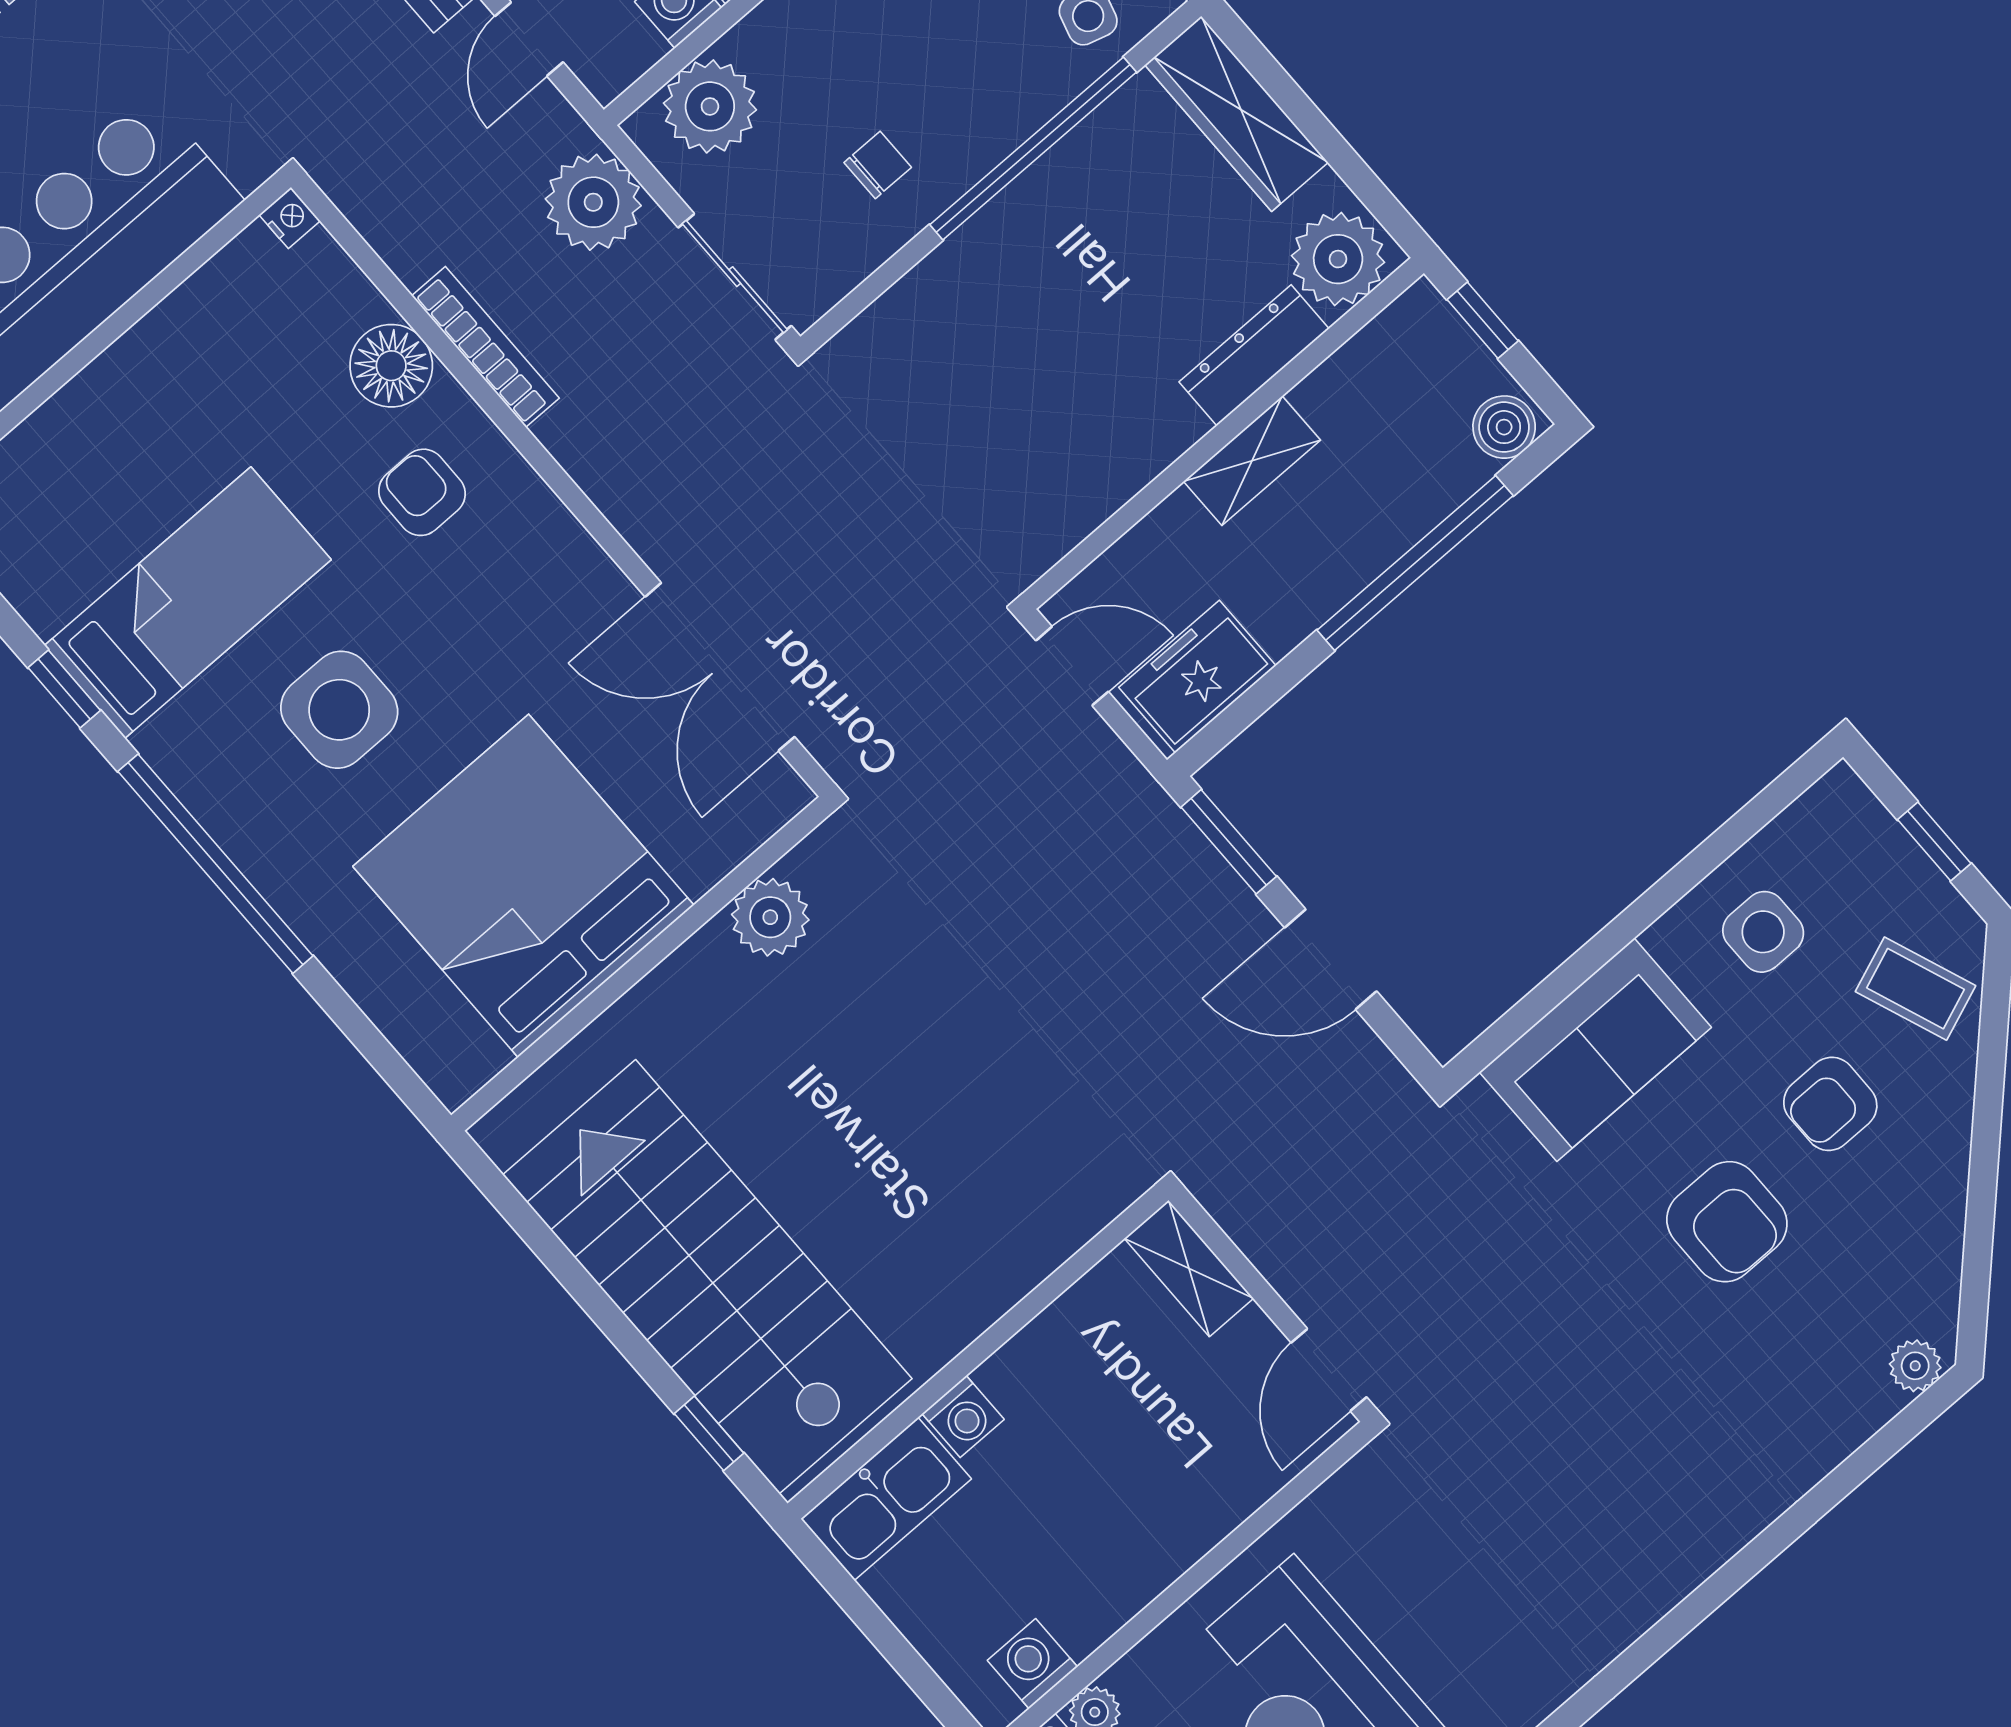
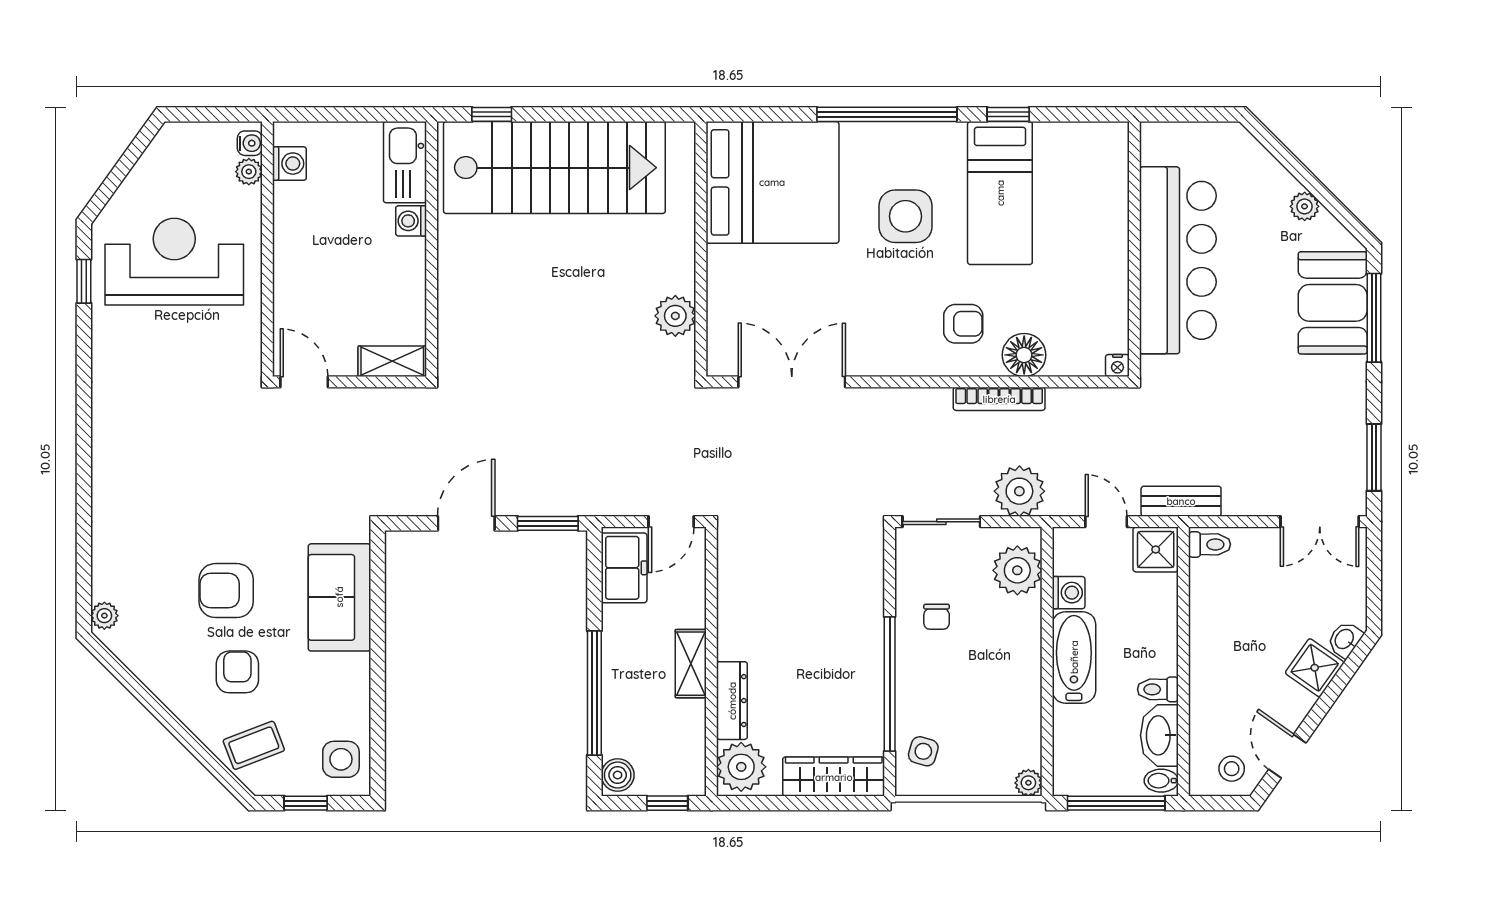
bed: (523, 886) -> (772, 182), moved
side table: (1763, 932) -> (341, 759), moved

